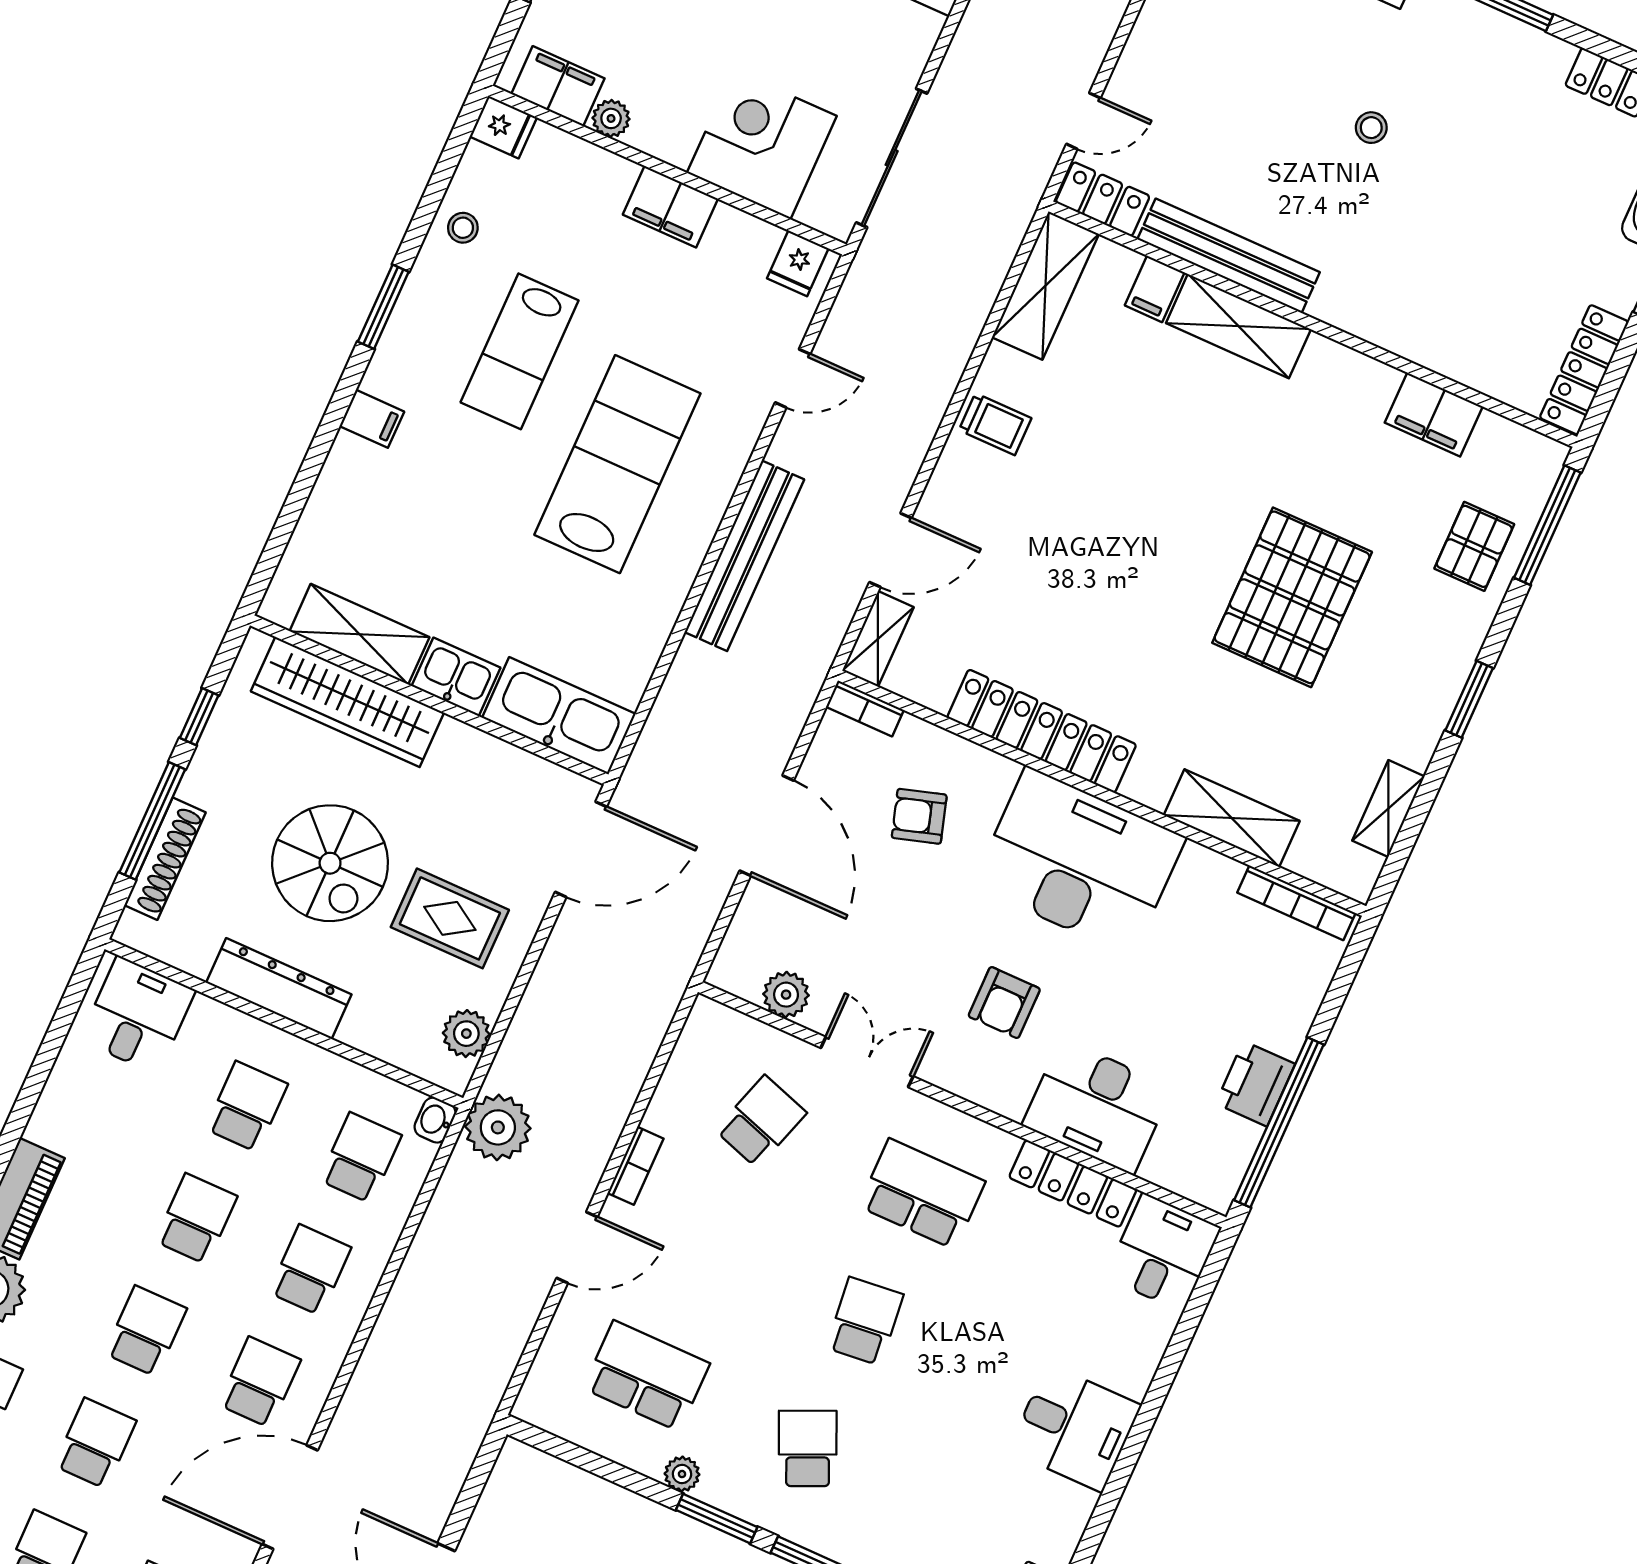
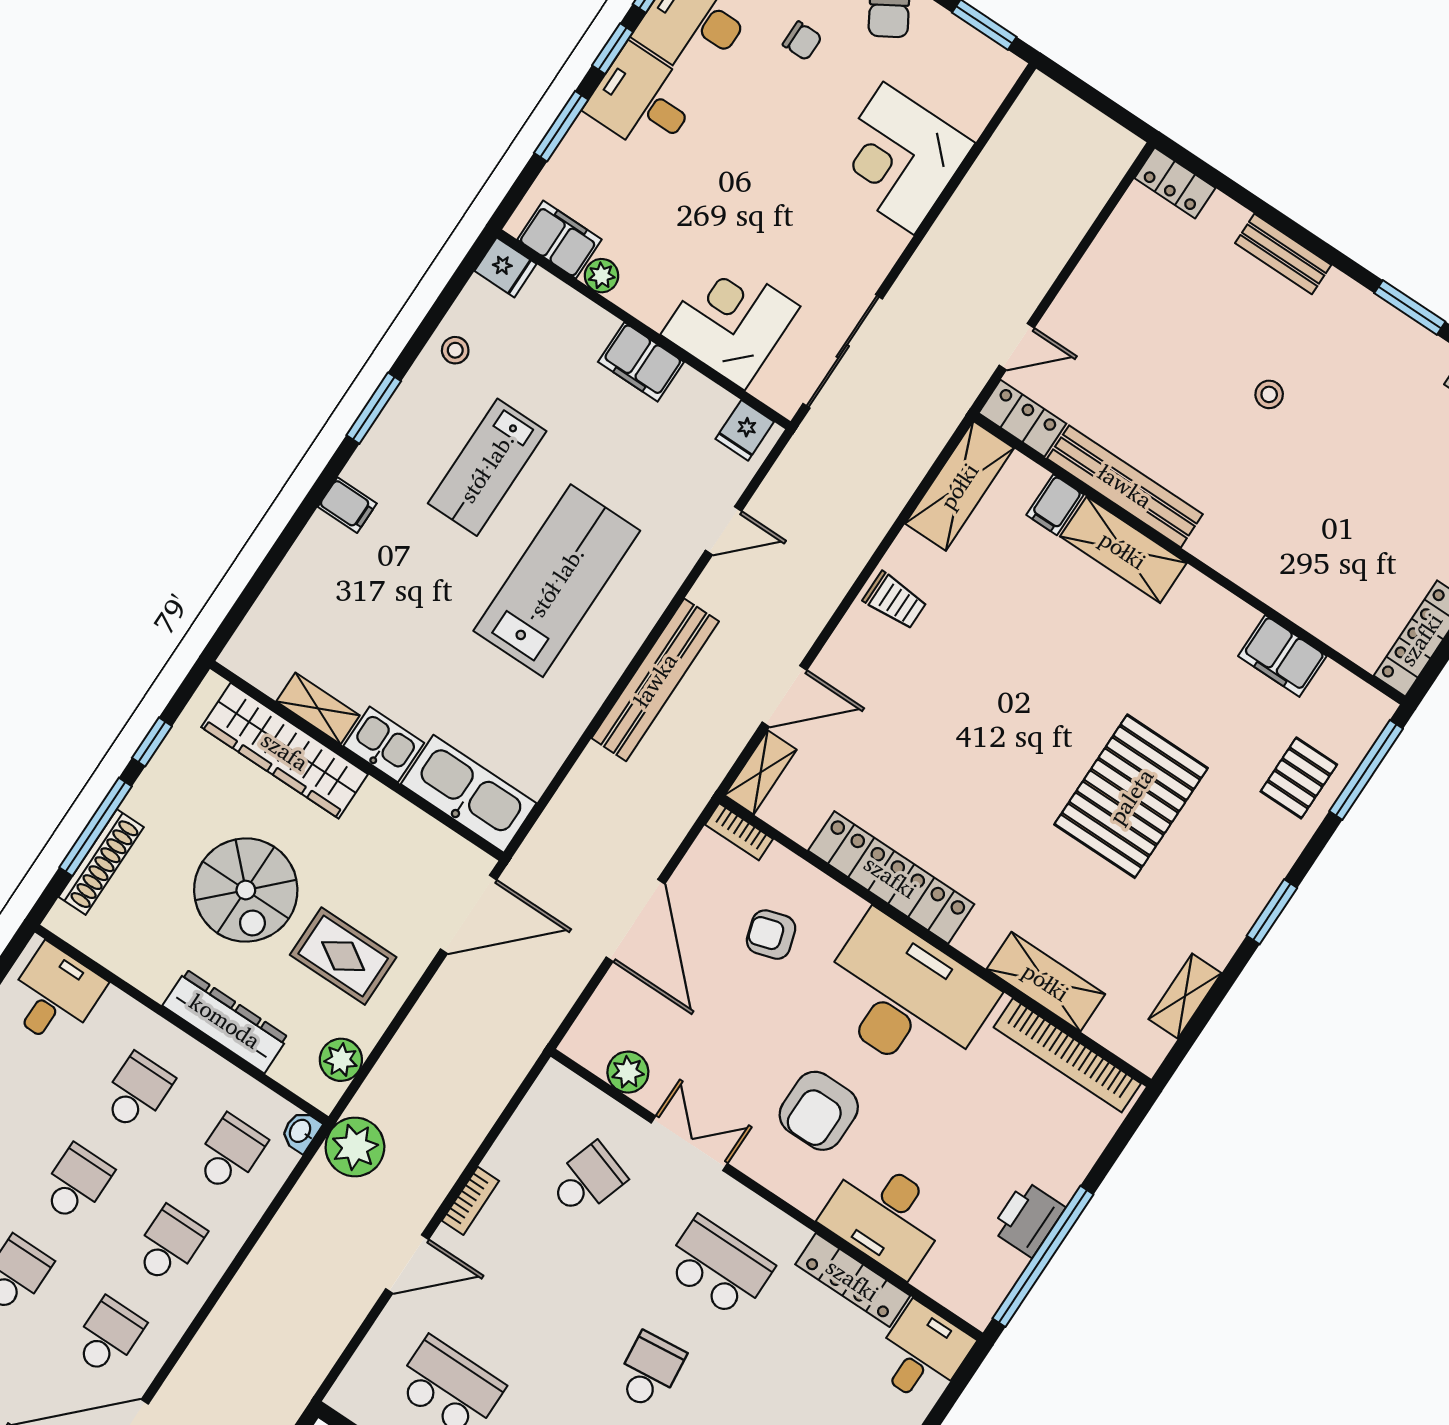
shelving: (359, 634) -> (318, 708), width x0.67, depth x0.75
bookcase: (1296, 903) -> (1067, 1055), width x1.48, depth x1.31
dresser: (279, 989) -> (225, 1021), moved
armchair: (1004, 1003) -> (819, 1111), width x1.38, depth x1.38

